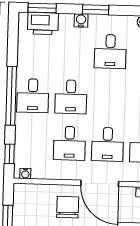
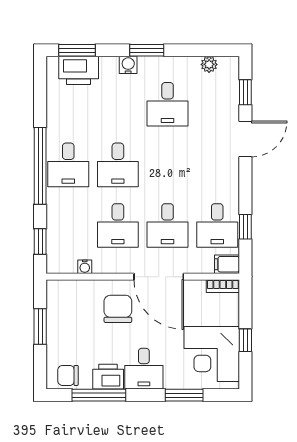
water cooler: (25, 174) -> (85, 267), moved

